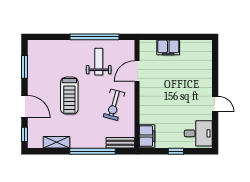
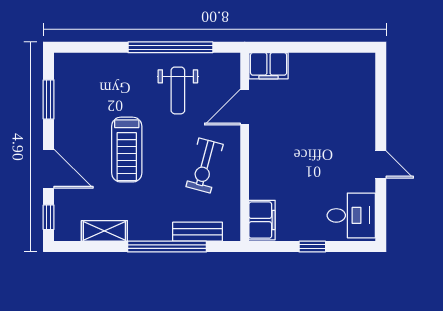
filing cabinet: (168, 47) -> (269, 66), moved
weight bench: (99, 62) -> (178, 90), turned 180
bench: (120, 143) -> (198, 232), moved

